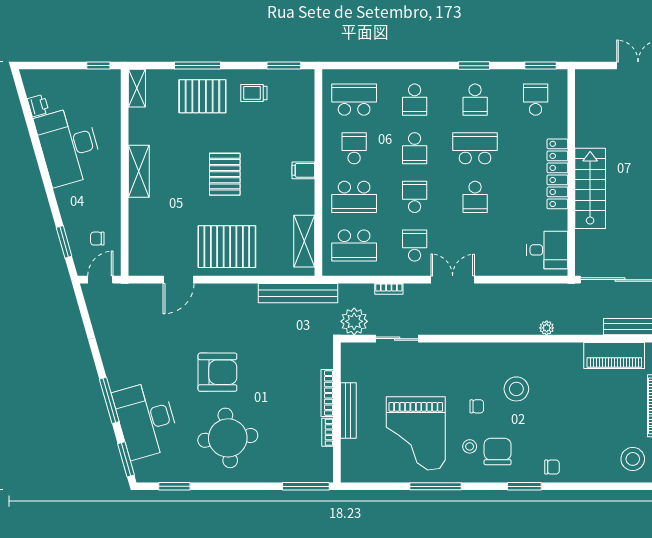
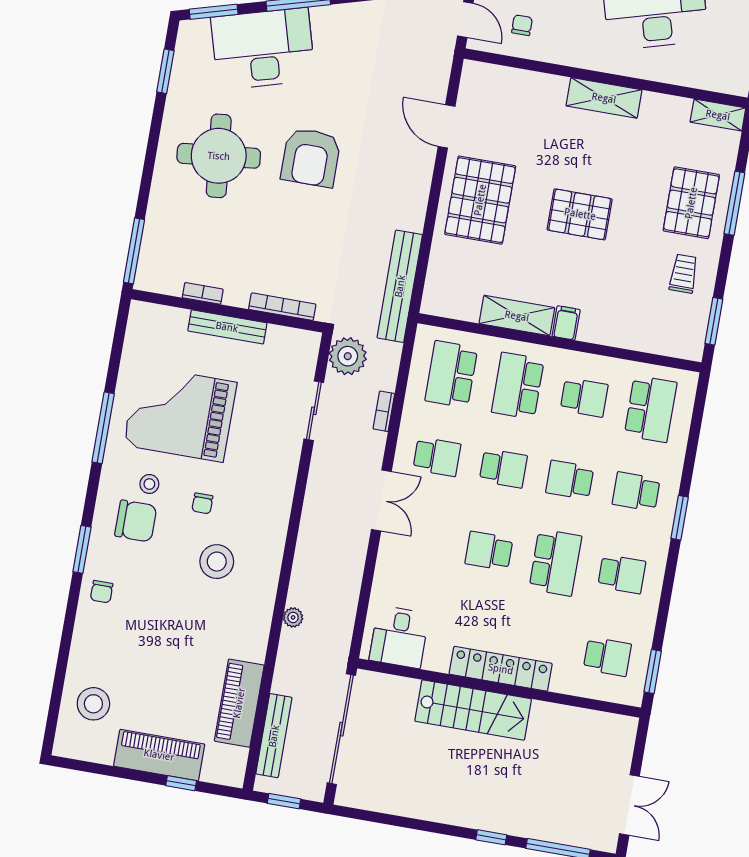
window: (474, 66) -> (680, 518), moved
school desk: (475, 100) -> (622, 574), turned 180
shelving: (304, 241) -> (517, 316), moved
bookcase: (327, 393) -> (282, 307), moved

